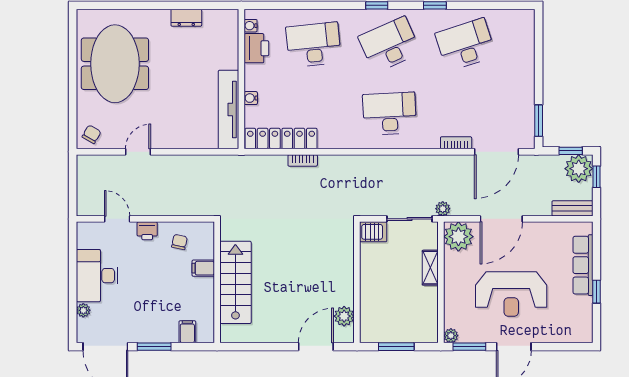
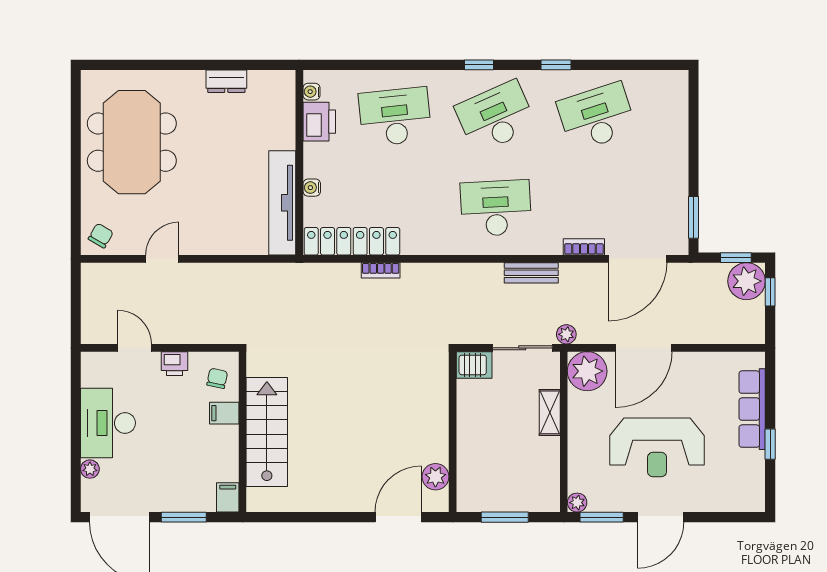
bench: (572, 208) -> (531, 273), moved
filing cabinet: (203, 268) -> (224, 413), moved
wall: (217, 282) -> (243, 432), moved
stairs: (235, 282) -> (267, 432), moved

